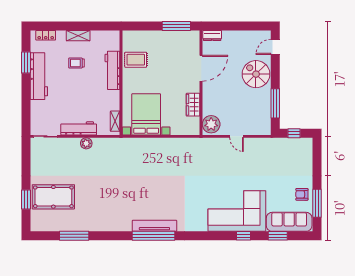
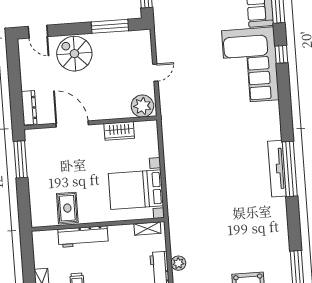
dresser: (212, 35) -> (29, 108), width x1.44
spiral stairs: (256, 74) -> (74, 54), turned 90

